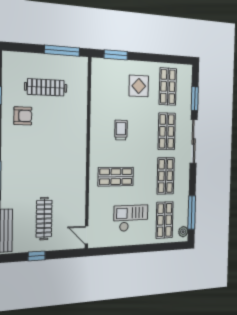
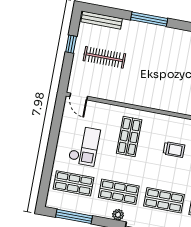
plant: (183, 232) -> (118, 215), moved
door: (87, 235) -> (79, 97), swing flipped

